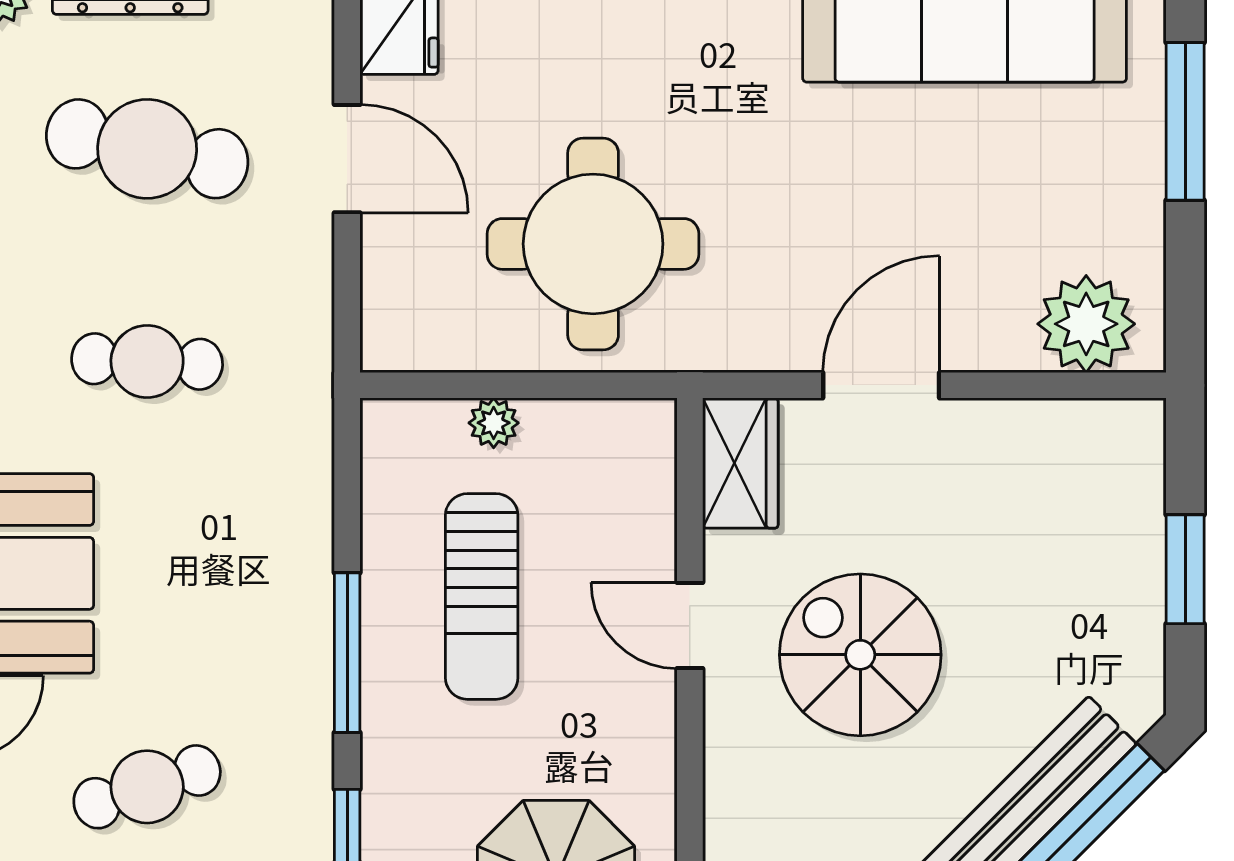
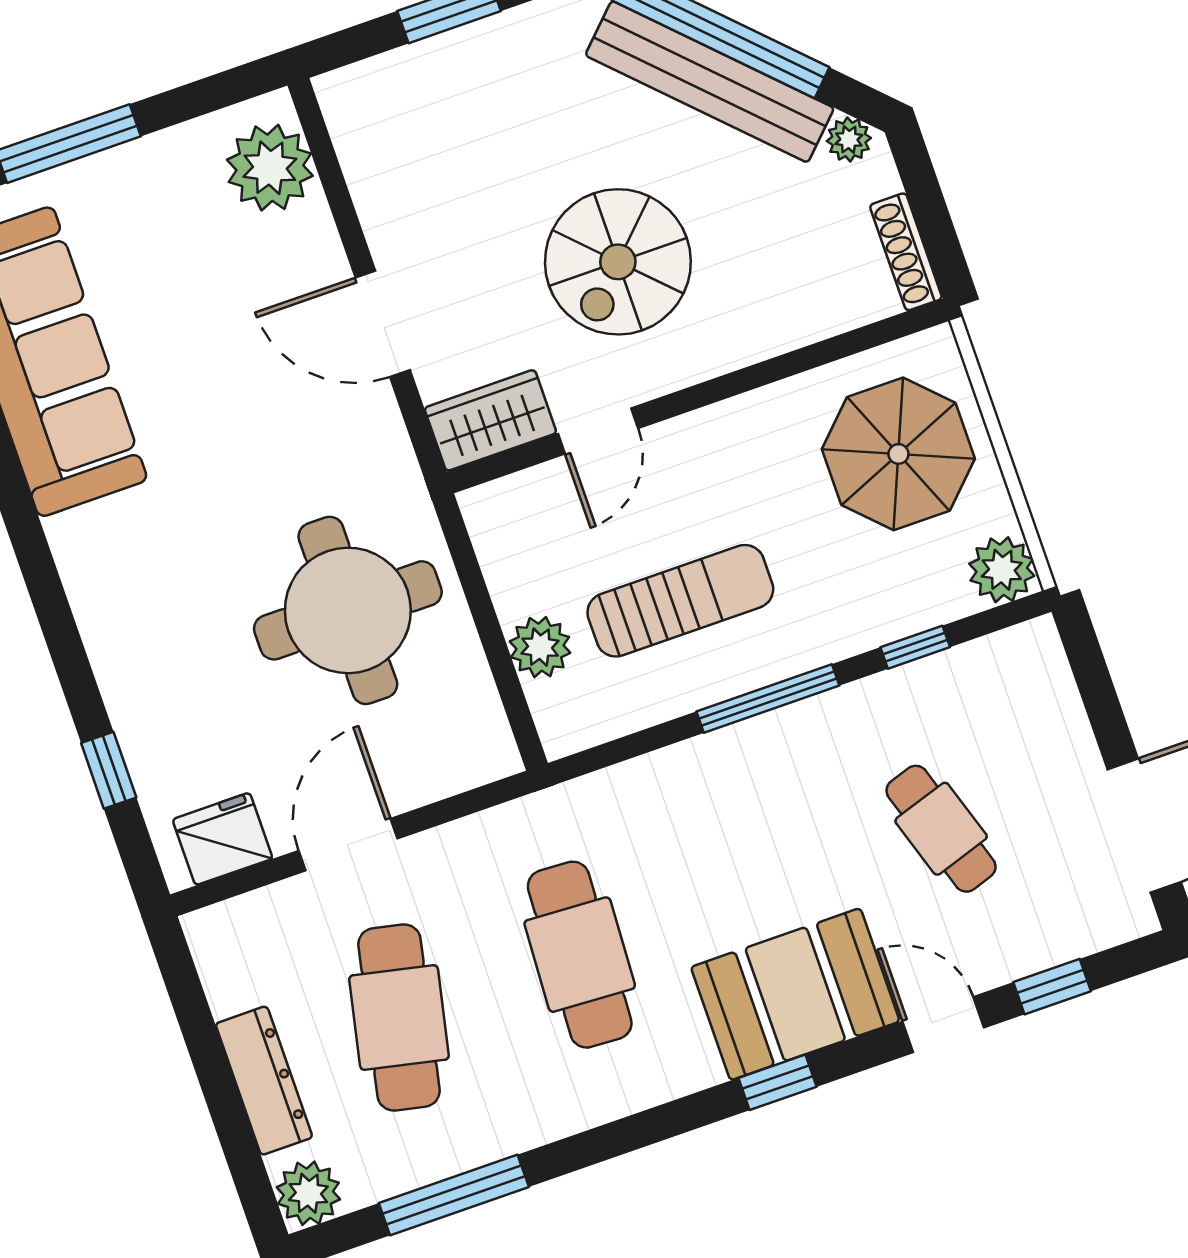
cafe table: (147, 361) -> (580, 955), width x1.37, depth x1.35
plant: (494, 423) -> (540, 647), width x1.38, depth x1.38
door: (690, 626) -> (598, 431), moved

